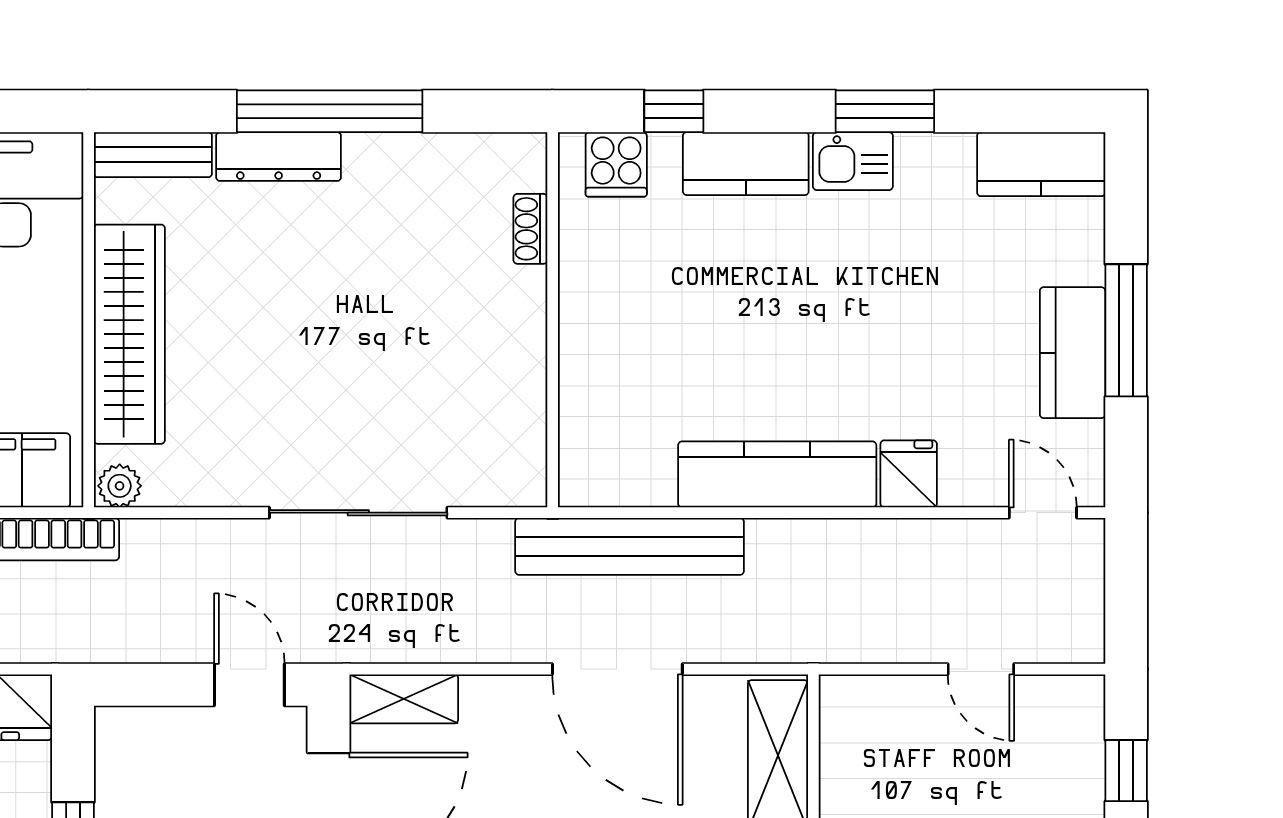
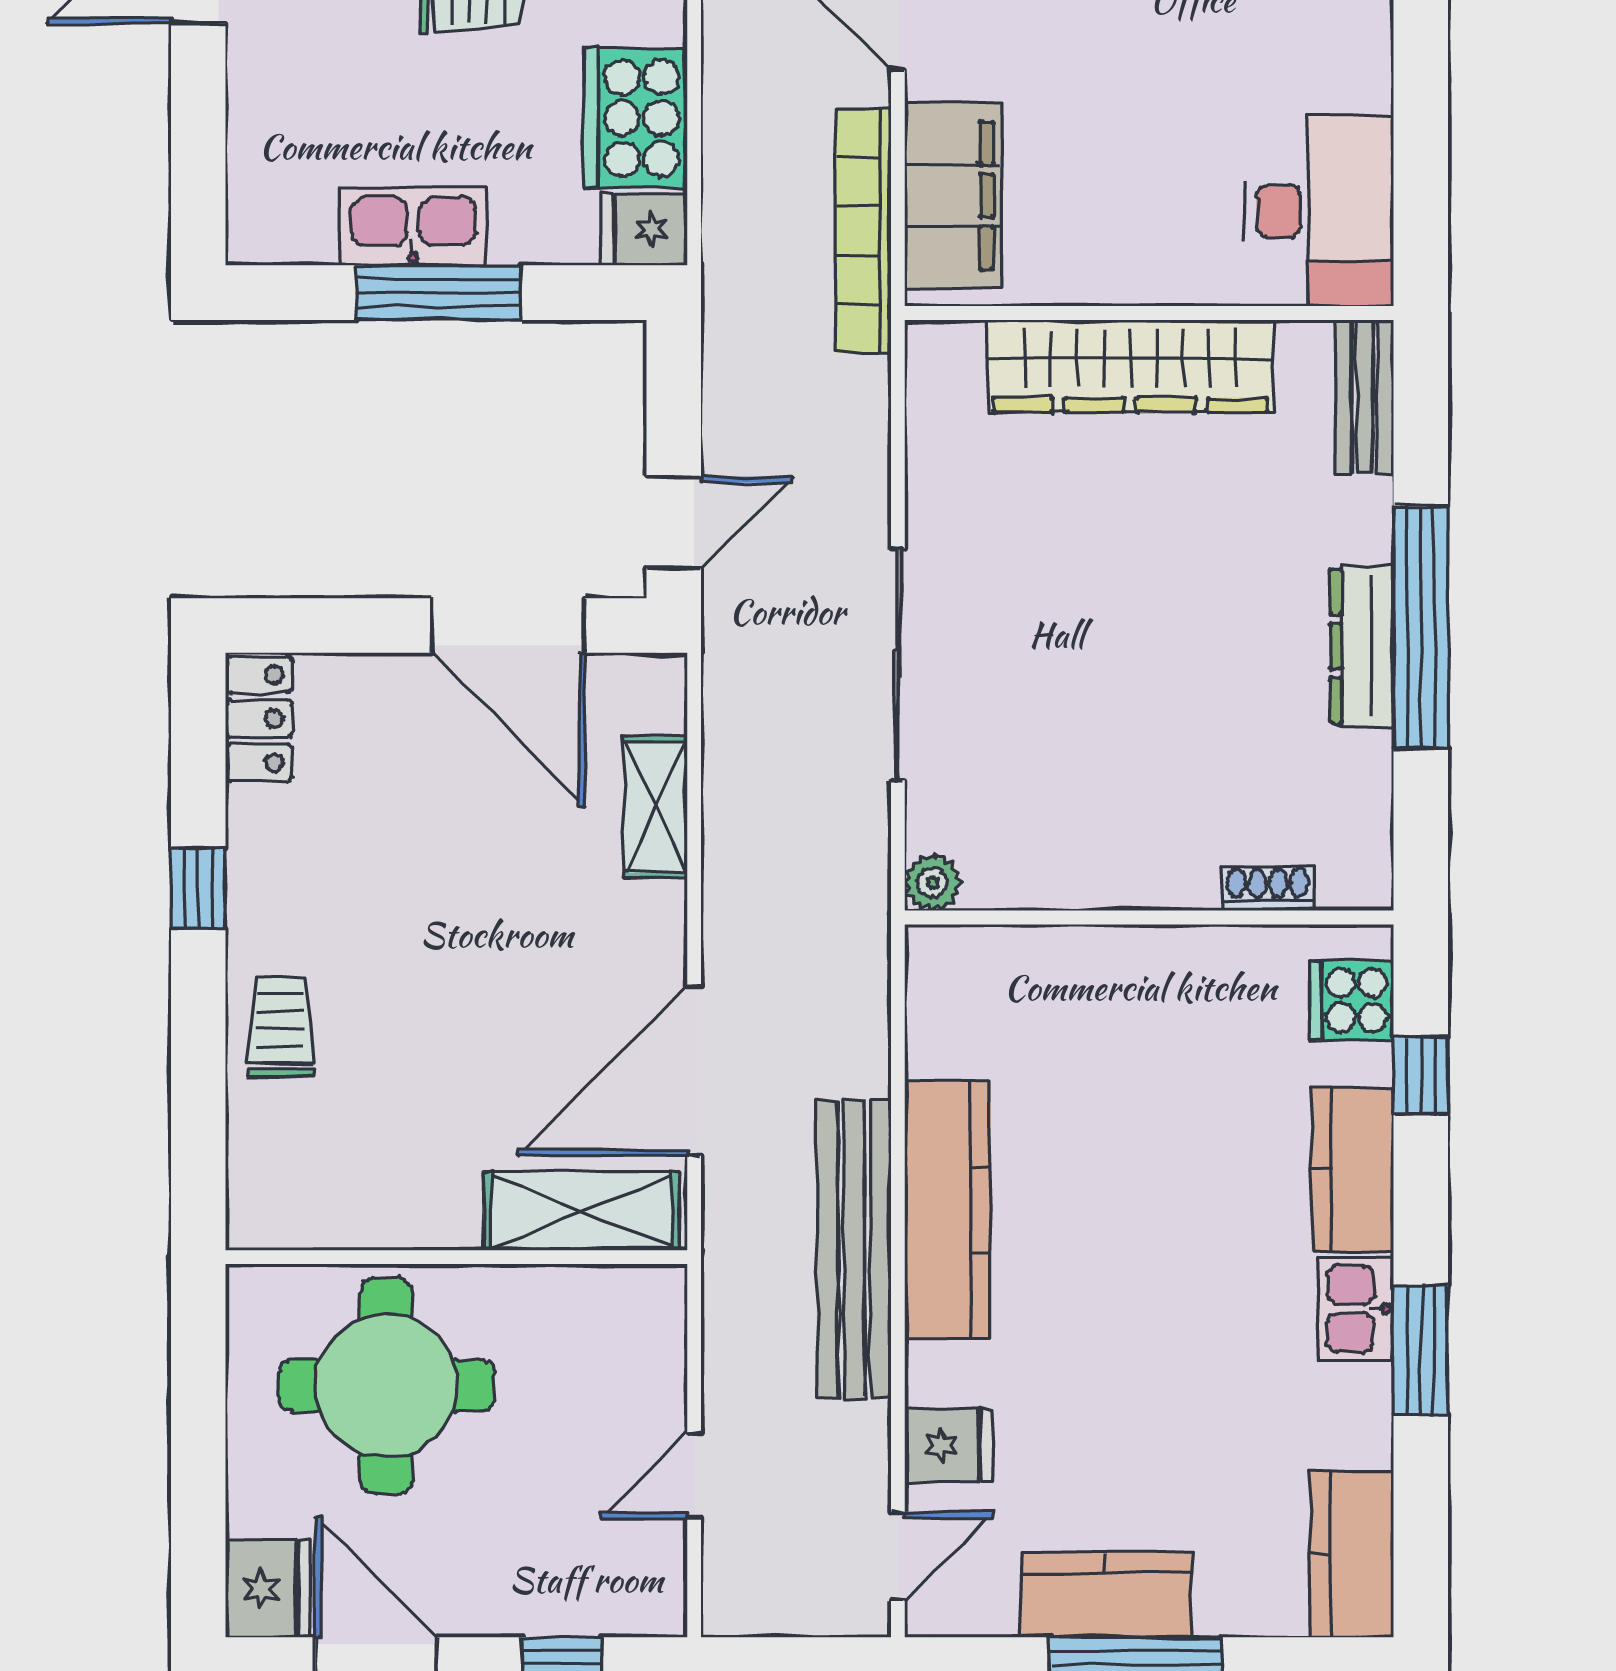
dresser: (279, 157) -> (1362, 646), moved
fridge: (909, 474) -> (948, 1445), moved
plant: (120, 486) -> (933, 883), moved
bench: (630, 546) -> (854, 1249), moved
door: (617, 669) -> (694, 1071), moved
shelving: (404, 699) -> (655, 807), moved

